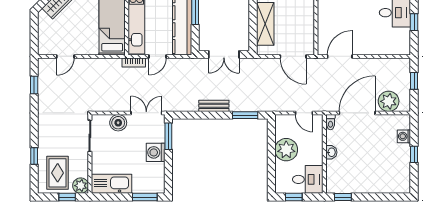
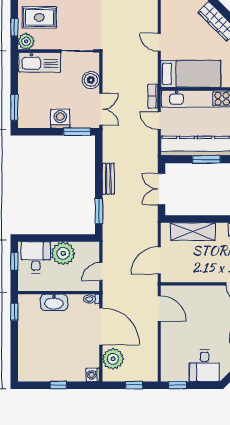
window: (414, 22) -> (177, 385), moved
door: (65, 56) -> (159, 42), moved
washing machine: (404, 136) -> (93, 375), moved, turned -90
washbasin: (331, 152) -> (54, 302), width x1.91, depth x1.45
desk: (308, 179) -> (36, 257), moved, turned 180
kitchen sink: (111, 184) -> (40, 62), moved, turned 90

